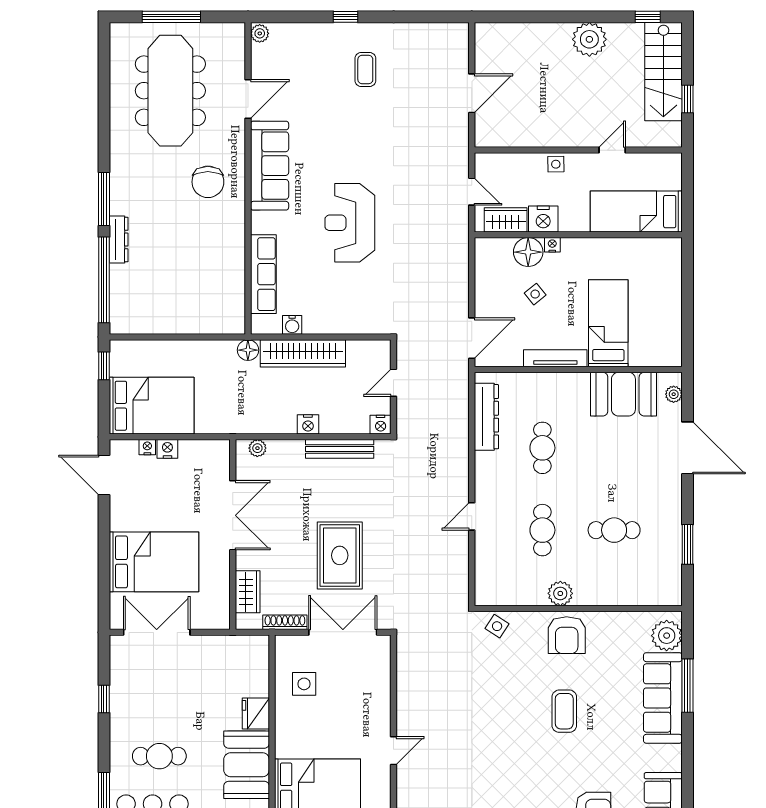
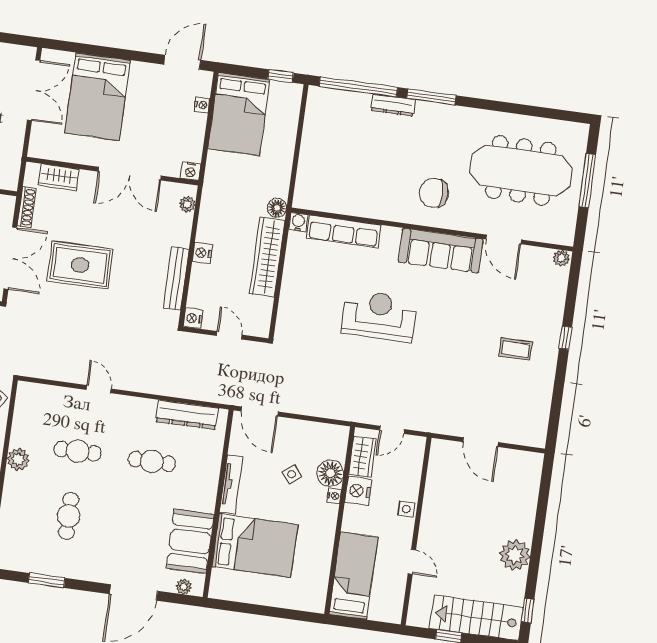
bed: (608, 323) -> (255, 545), width x1.50
water cooler: (292, 325) -> (298, 222), moved, turned 90
nightstand: (167, 449) -> (190, 171), moved, turned 90

